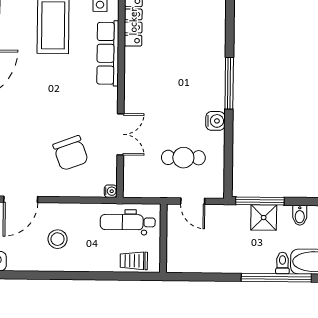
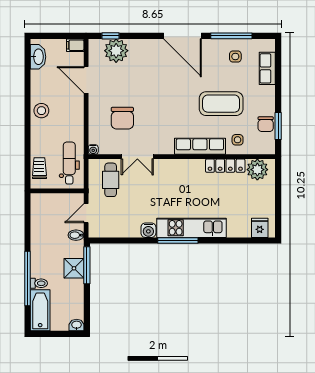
kitchen unit: (213, 65) -> (191, 228), added
chair: (71, 153) -> (122, 118), turned -70
cafe table: (183, 158) -> (111, 180), moved
bidet: (300, 215) -> (76, 235), moved
stool: (58, 239) -> (41, 111), moved

